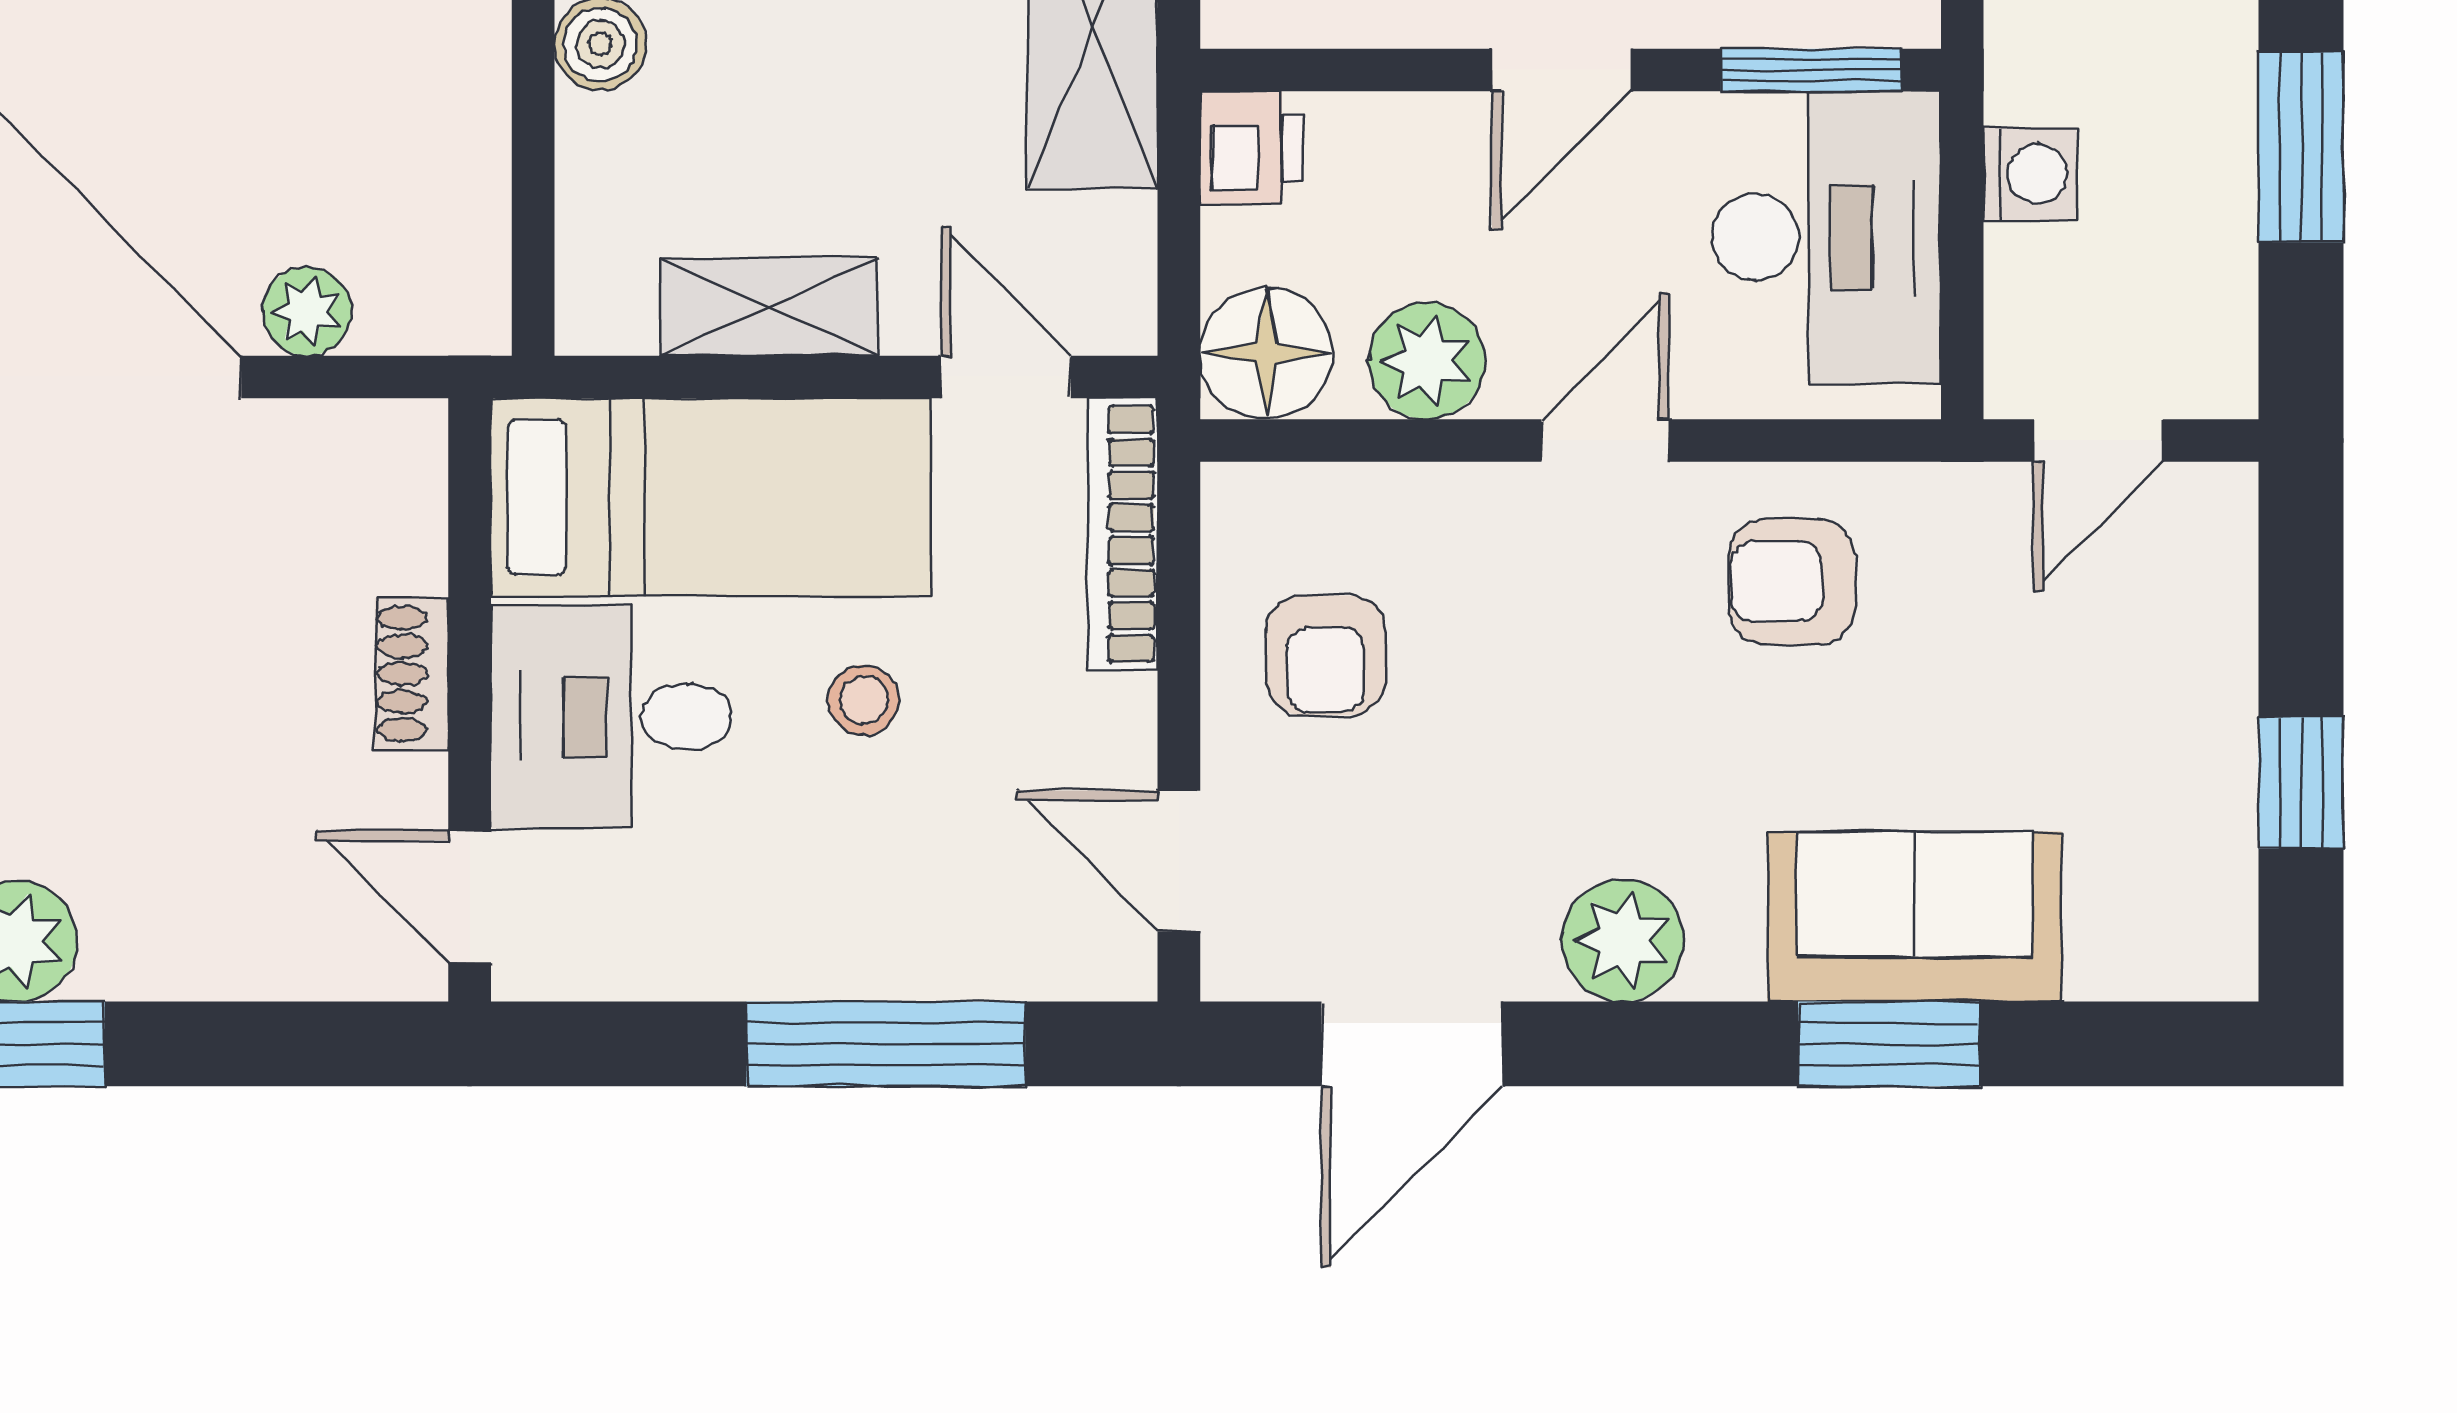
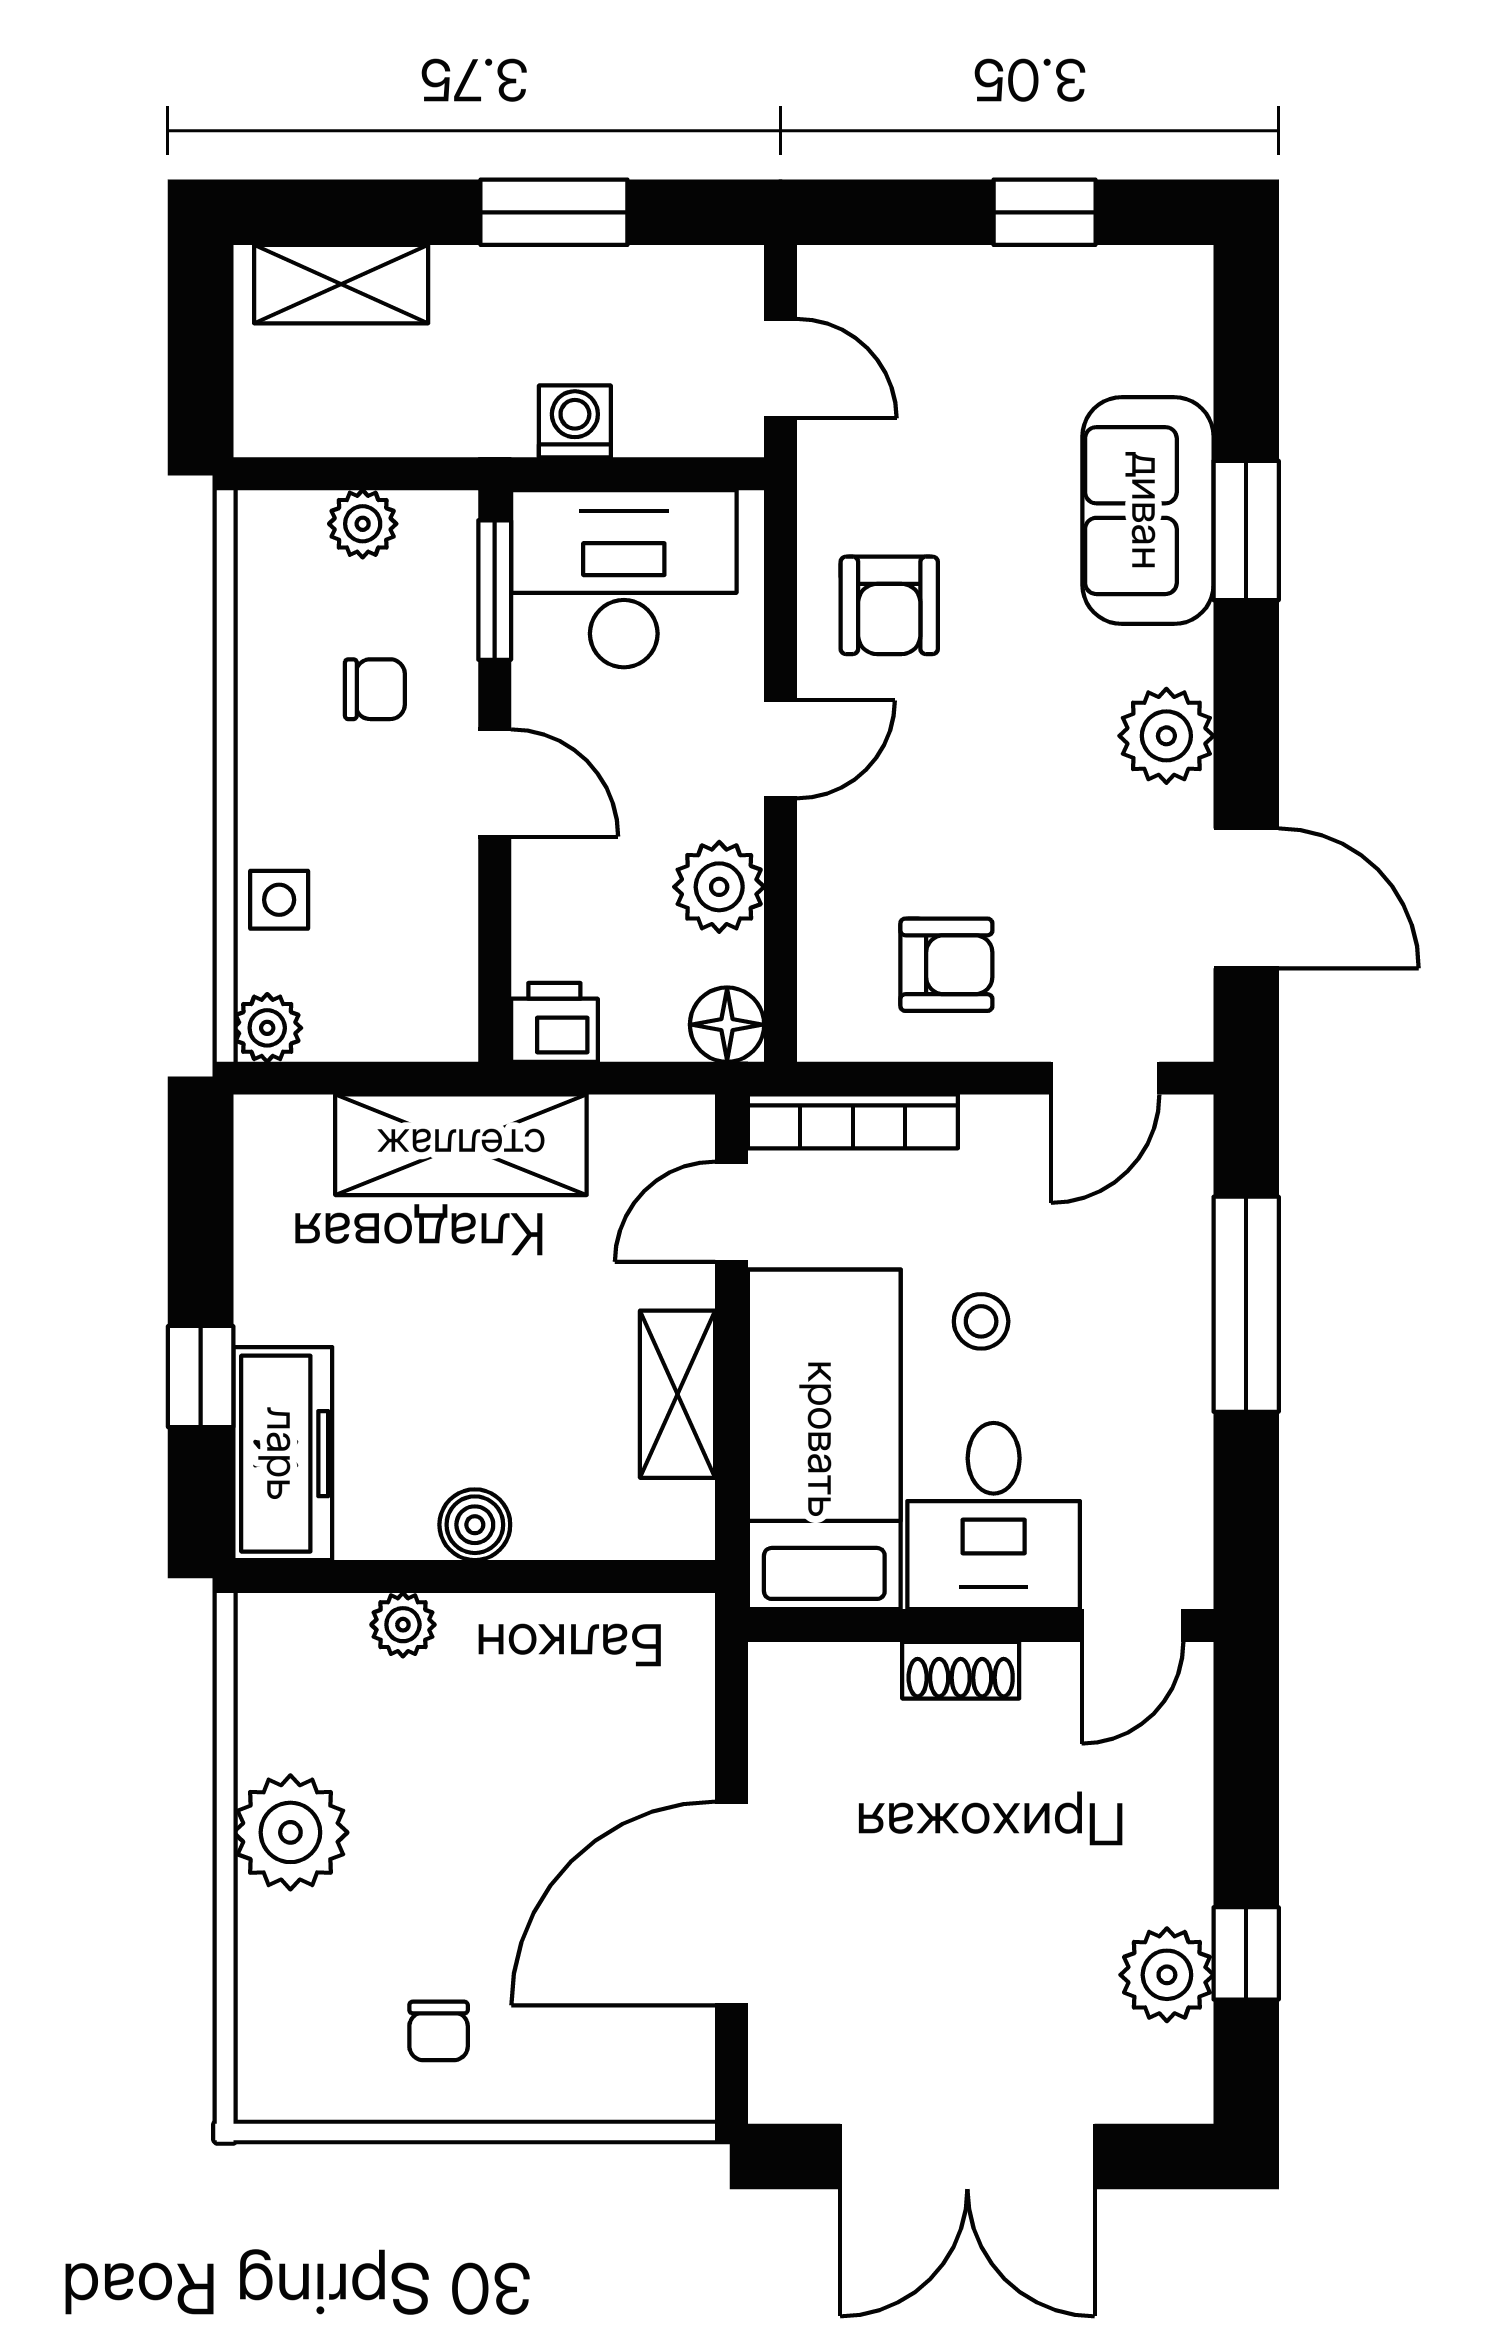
plant: (307, 311) -> (681, 1751), removed
floor lamp: (1266, 353) -> (727, 1025), width x0.73, depth x0.73
door: (1605, 440) -> (781, 749), swing flipped

